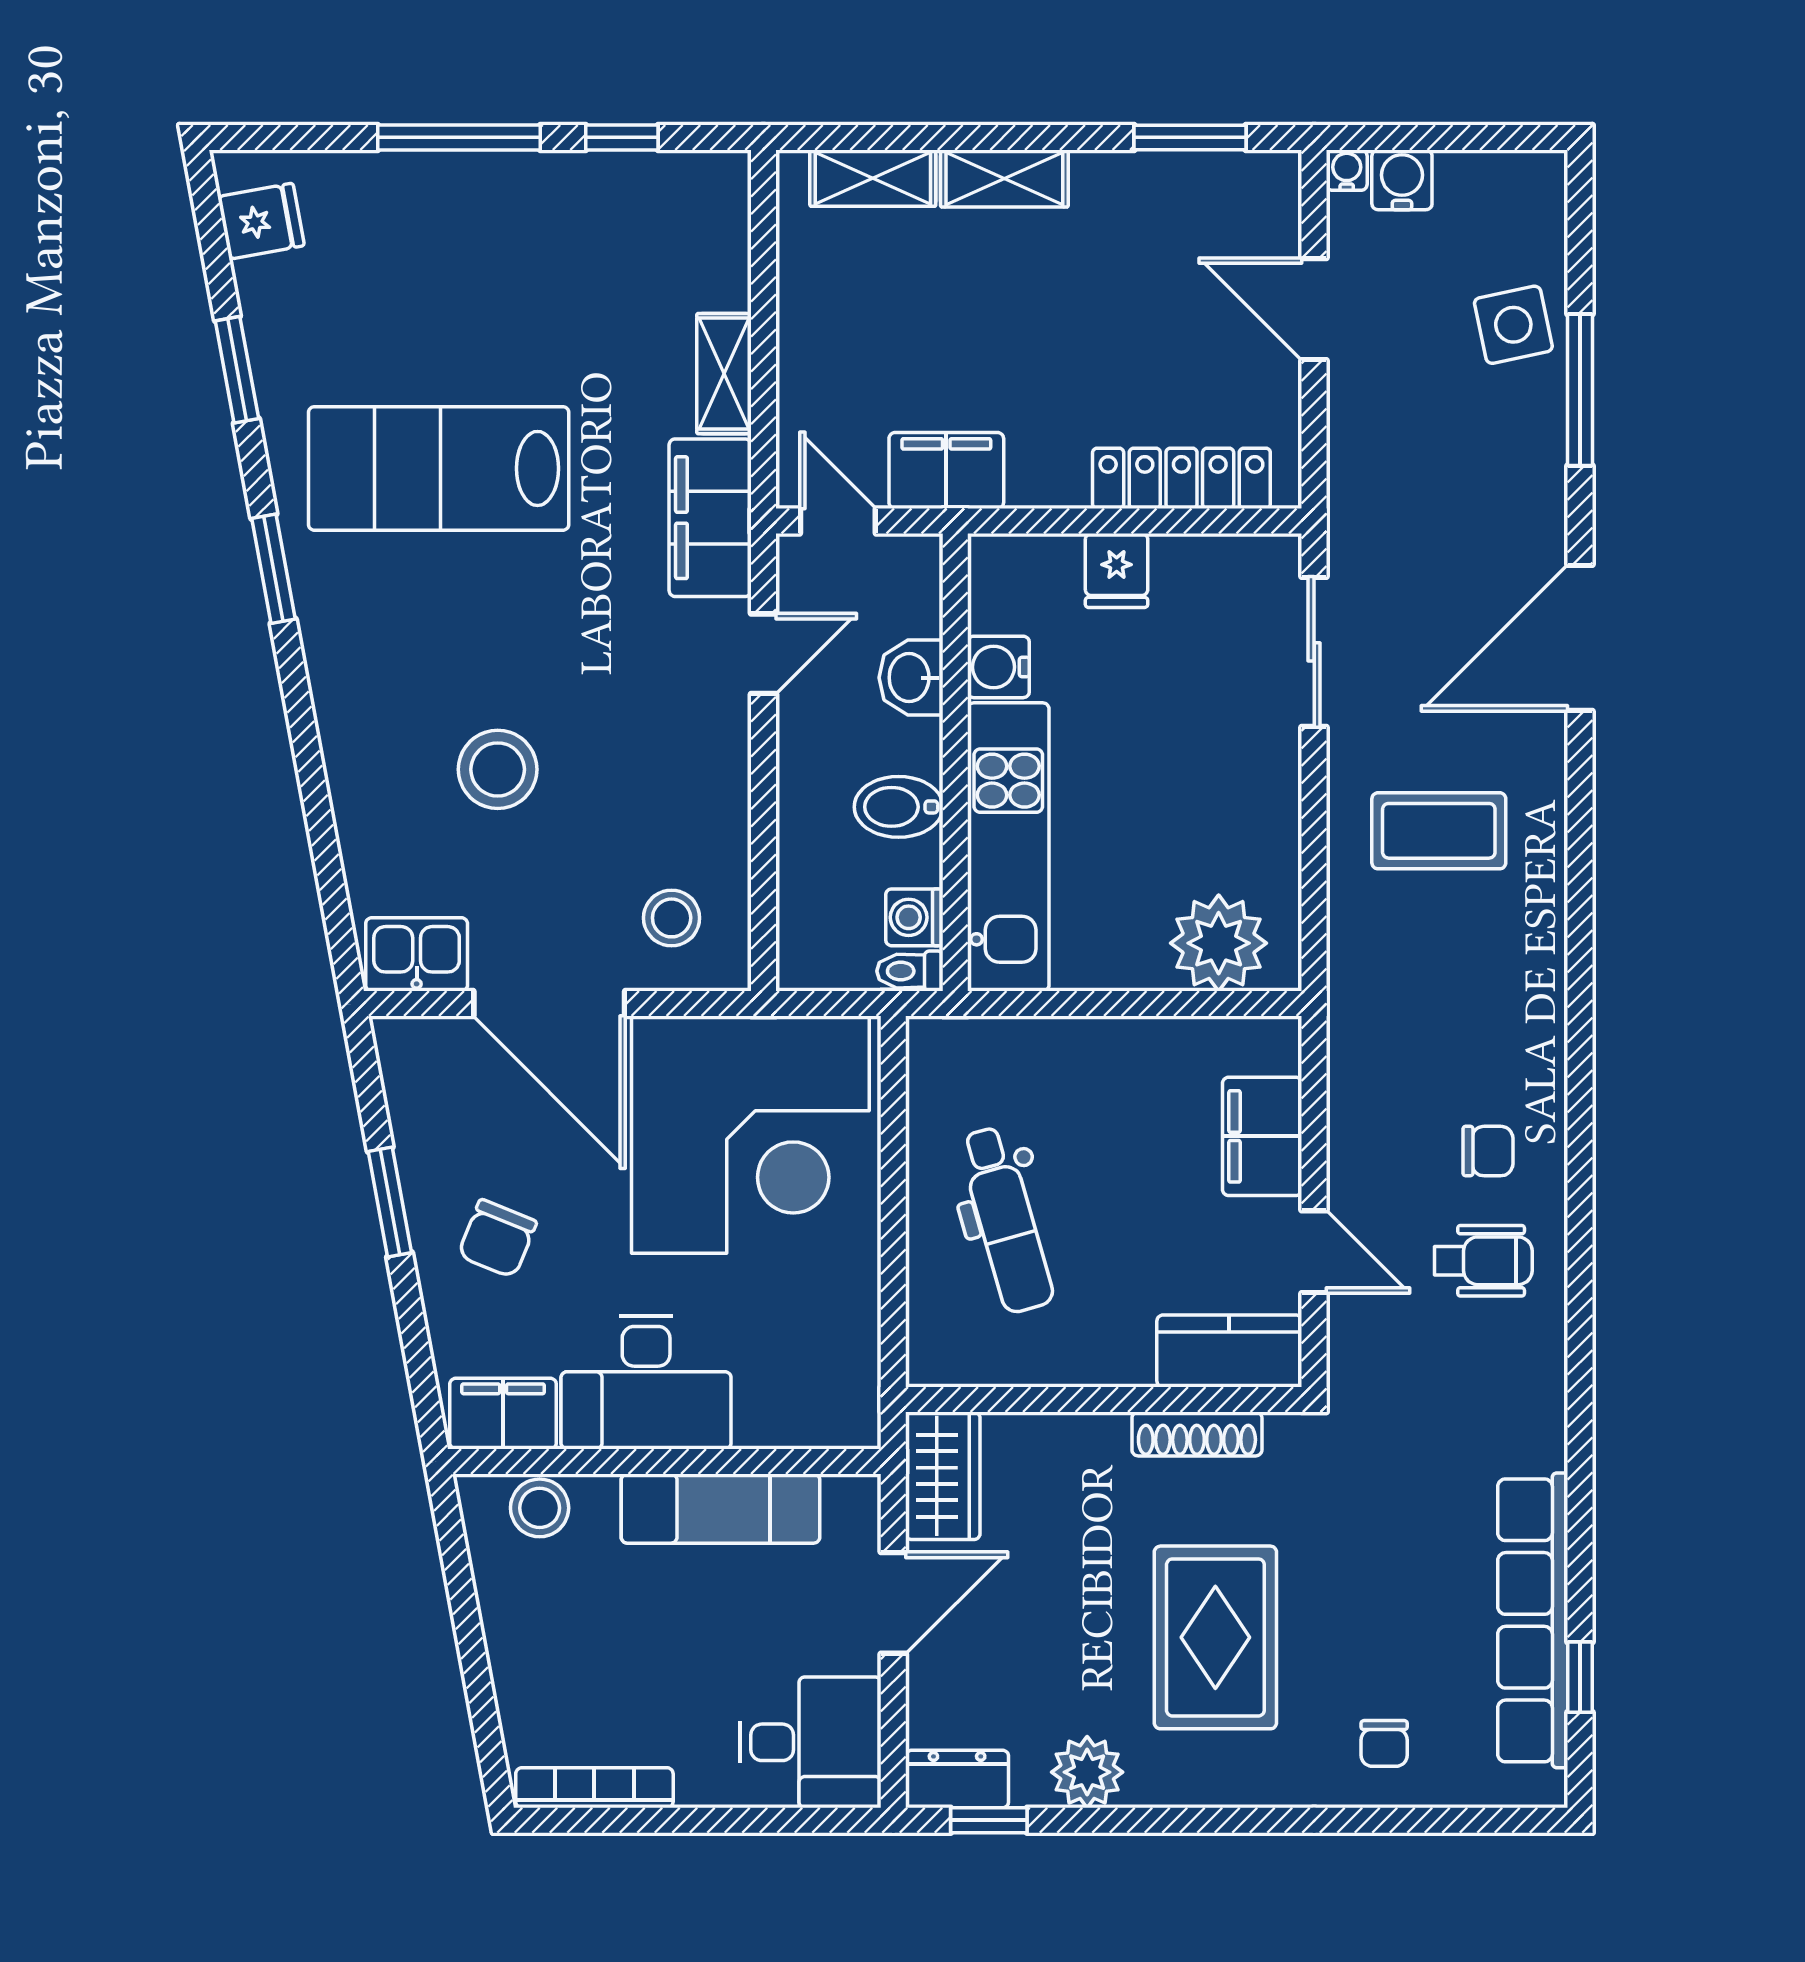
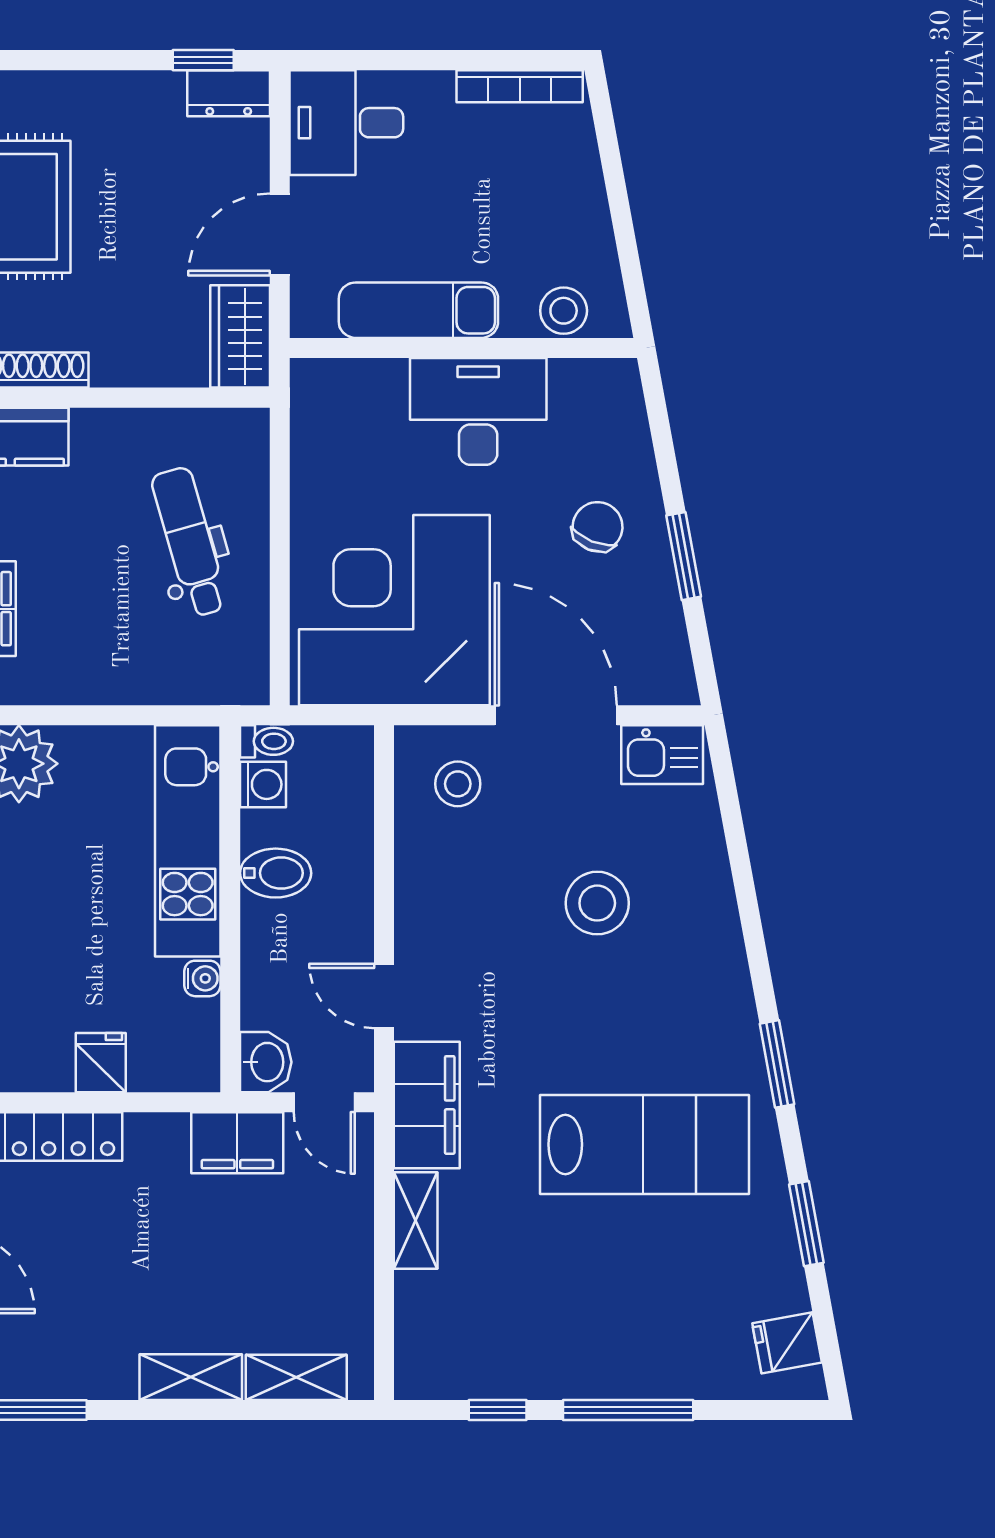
door: (763, 654) -> (384, 996), hinge flipped
water cooler: (998, 667) -> (202, 978), width x0.72, depth x0.72
washbasin: (911, 678) -> (266, 1062), moved
filing cabinet: (503, 1414) -> (593, 386), removed
plant: (1087, 1772) -> (124, 99), removed

